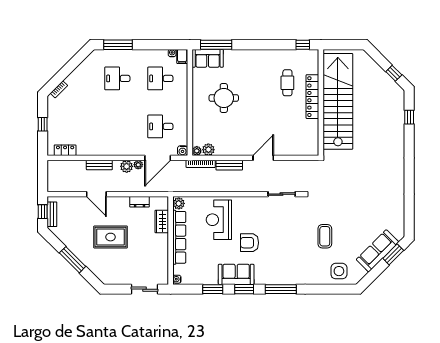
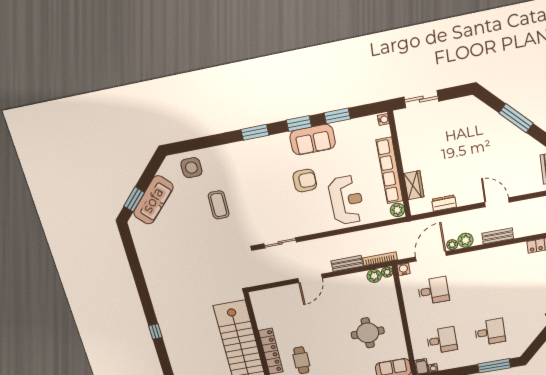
window: (409, 117) -> (155, 332), moved
rug: (111, 237) -> (473, 155), removed
window: (281, 289) -> (255, 132), width x0.69

